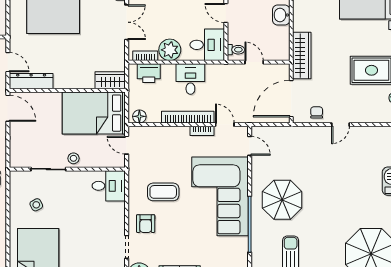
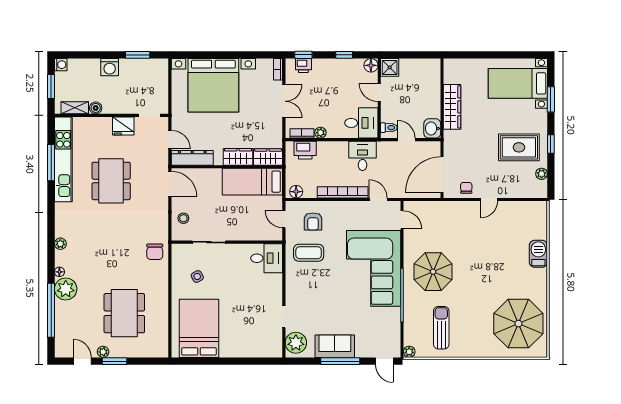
washbasin: (281, 15) -> (432, 128), moved
plant: (170, 50) -> (320, 133), width x0.53, depth x0.53
wardrobe: (302, 56) -> (452, 107), moved
desk: (190, 79) -> (363, 156), moved
wardrobe: (79, 80) -> (238, 157), added
bed: (94, 113) -> (252, 182), width x0.67
bookcase: (202, 131) -> (356, 205), removed
stool: (73, 158) -> (183, 218), moved
coffee table: (163, 192) -> (309, 253), moved
armchair: (146, 224) -> (313, 221), moved

